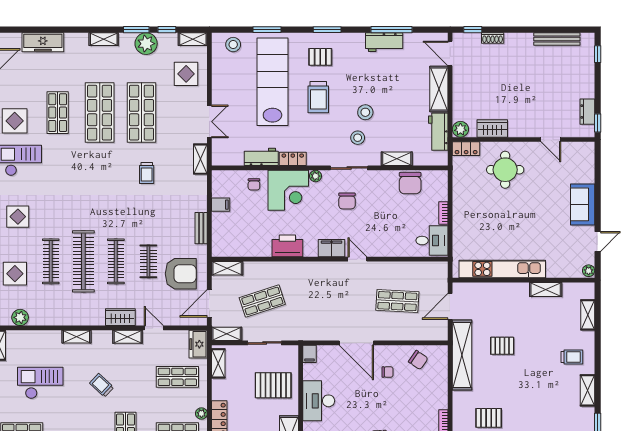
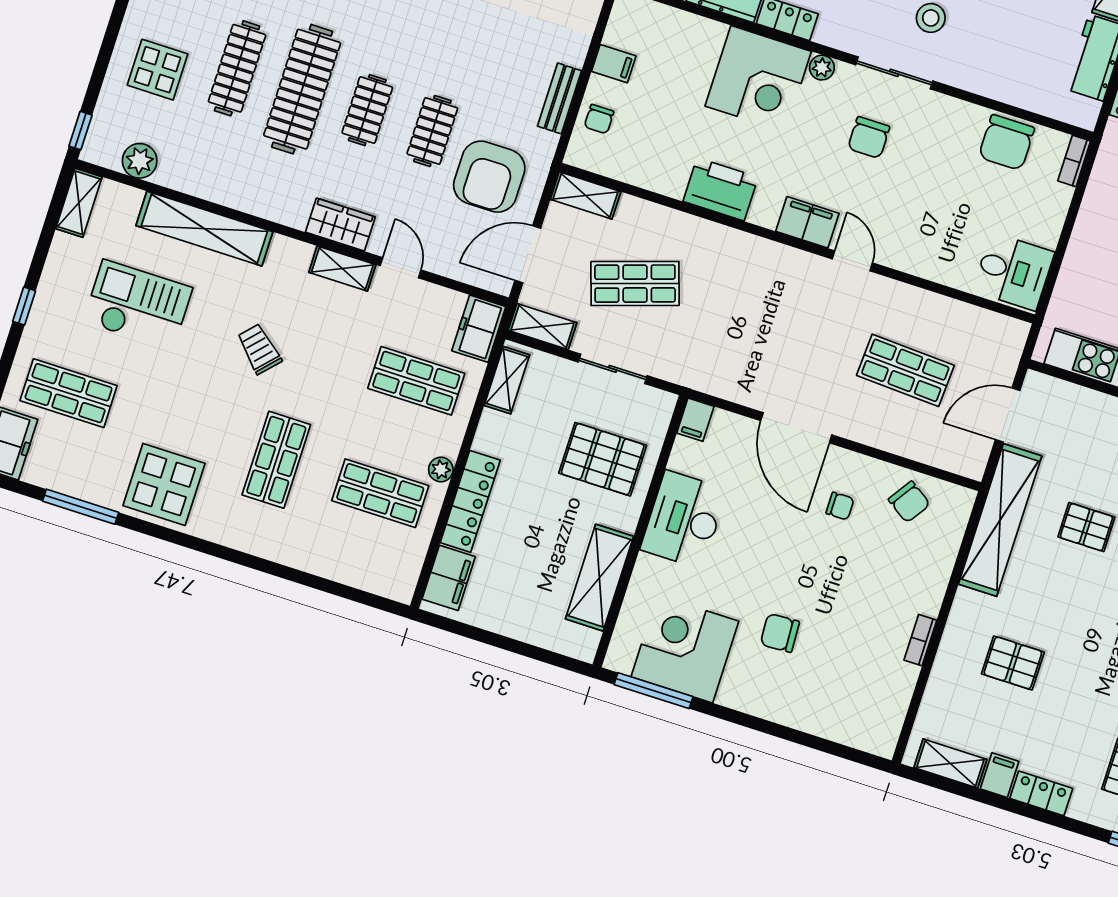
shelving: (397, 159) -> (996, 85), removed
chair: (254, 184) -> (599, 119), moved
bookcase: (443, 213) -> (1074, 161), moved
clothes rail: (116, 261) -> (367, 110), width x0.73
armchair: (181, 274) -> (489, 177), turned 90
shelving: (76, 337) -> (204, 229), width x2.20, depth x1.33

